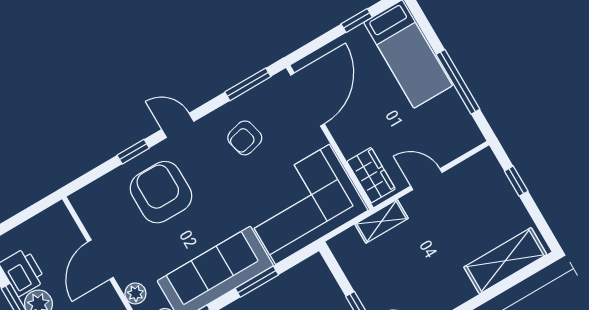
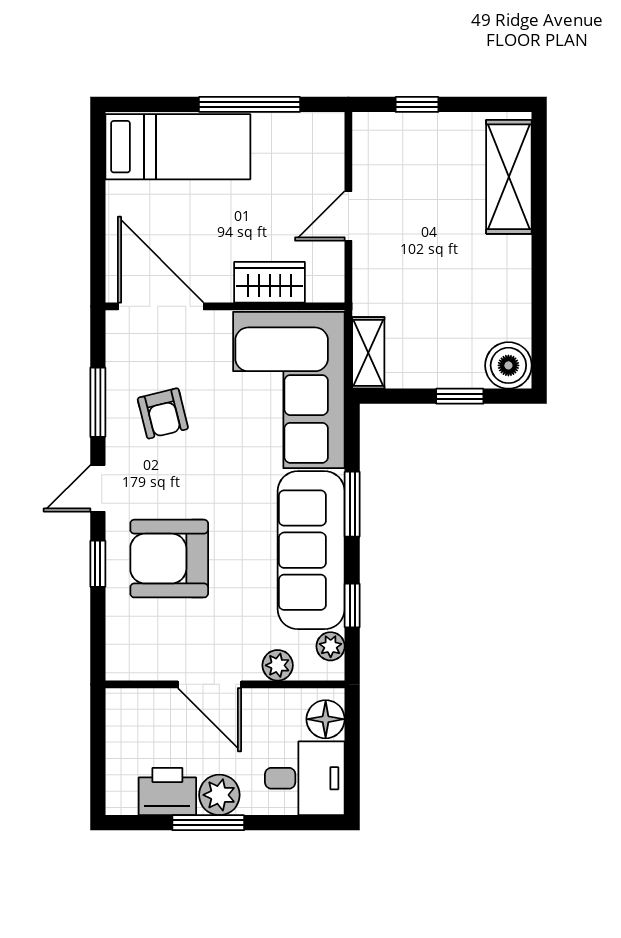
window: (357, 20) -> (98, 186), removed
window: (248, 84) -> (98, 402), moved
wardrobe: (371, 175) -> (270, 282), moved
shelving: (382, 221) -> (368, 353), moved

